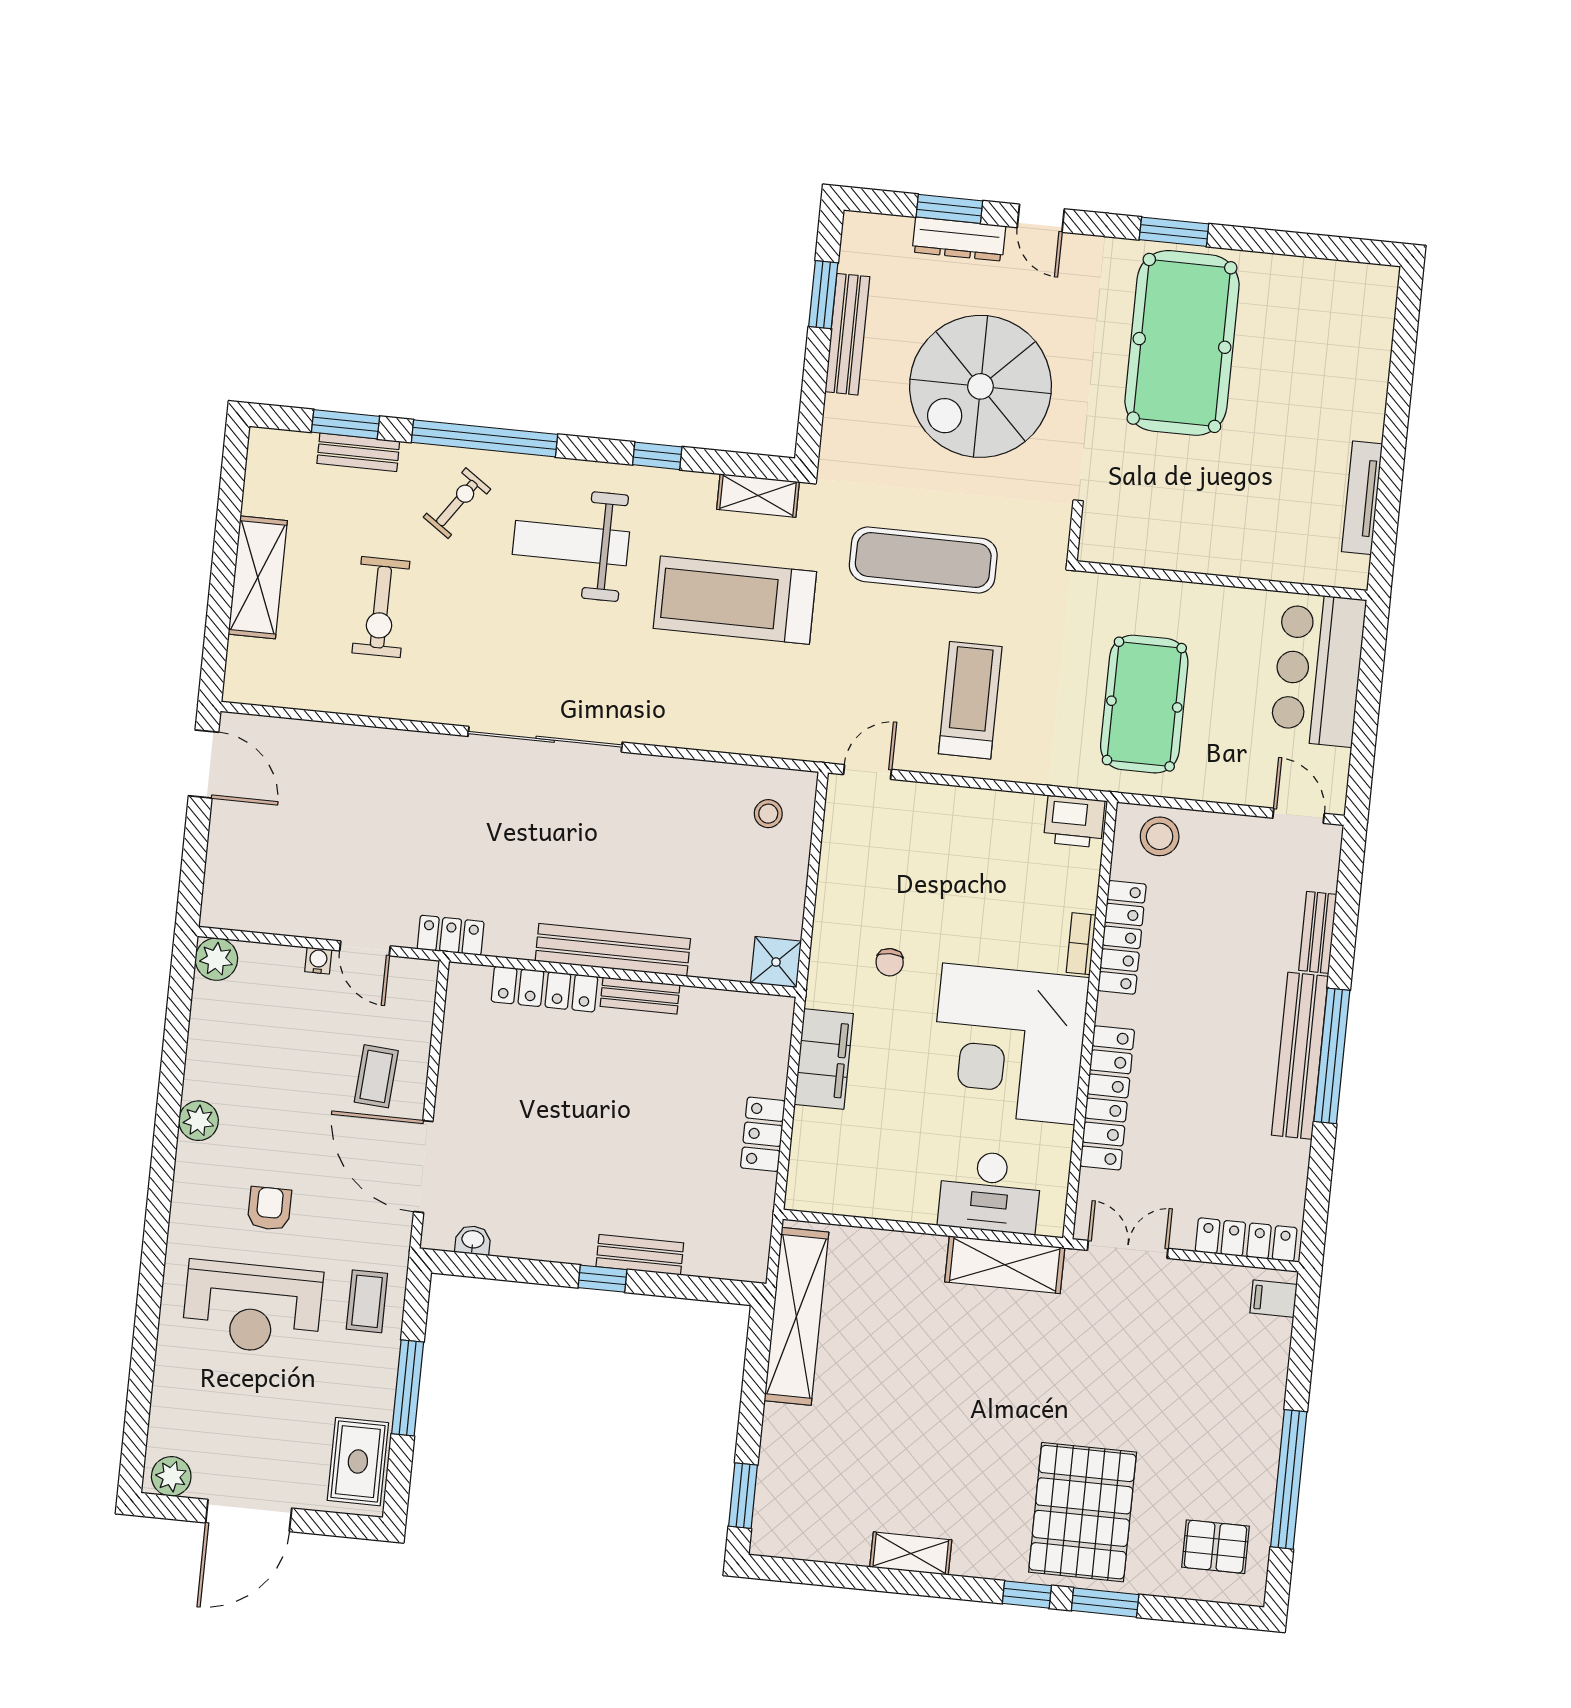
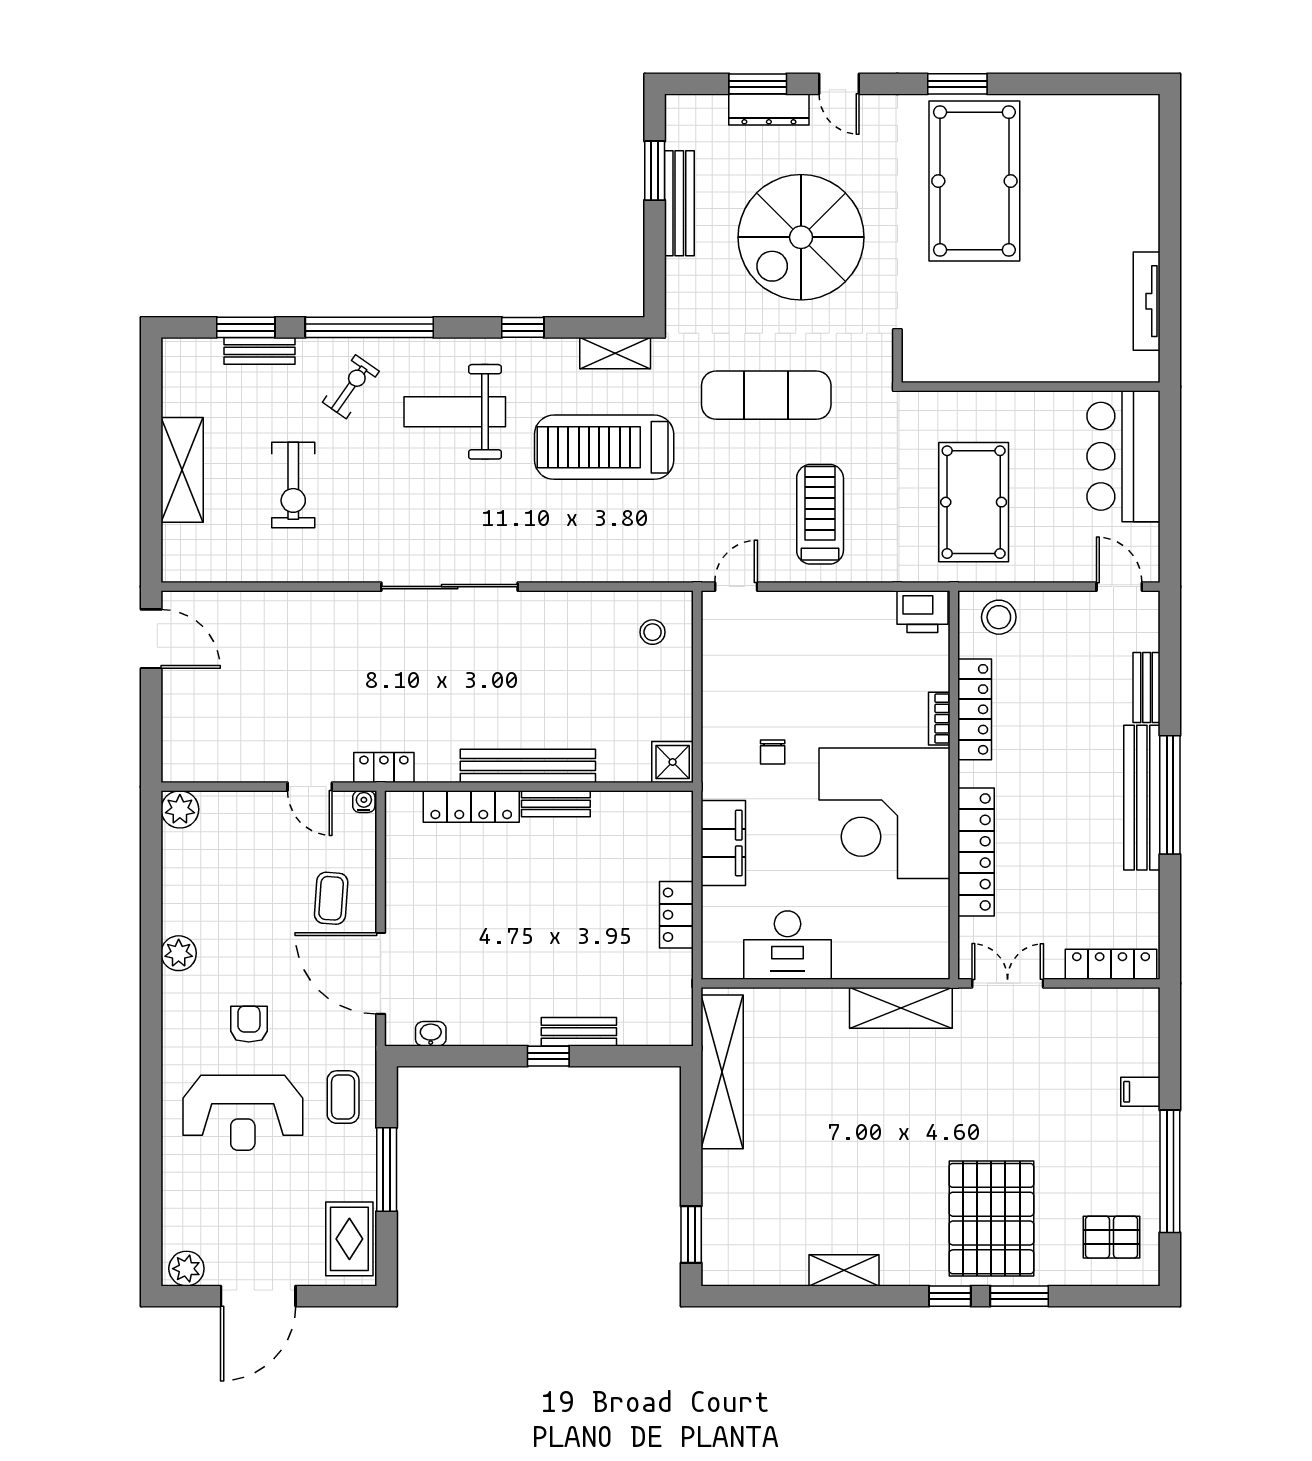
water cooler: (318, 961) -> (364, 802), moved
desk: (990, 1192) -> (788, 945), moved
filing cabinet: (1273, 1299) -> (1140, 1092), moved

